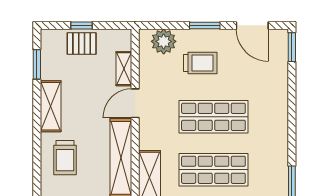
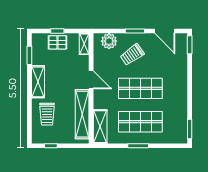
trolley: (200, 63) -> (132, 55), turned 145
shelving: (124, 69) -> (84, 44), moved
door: (135, 103) -> (91, 80), swing flipped

